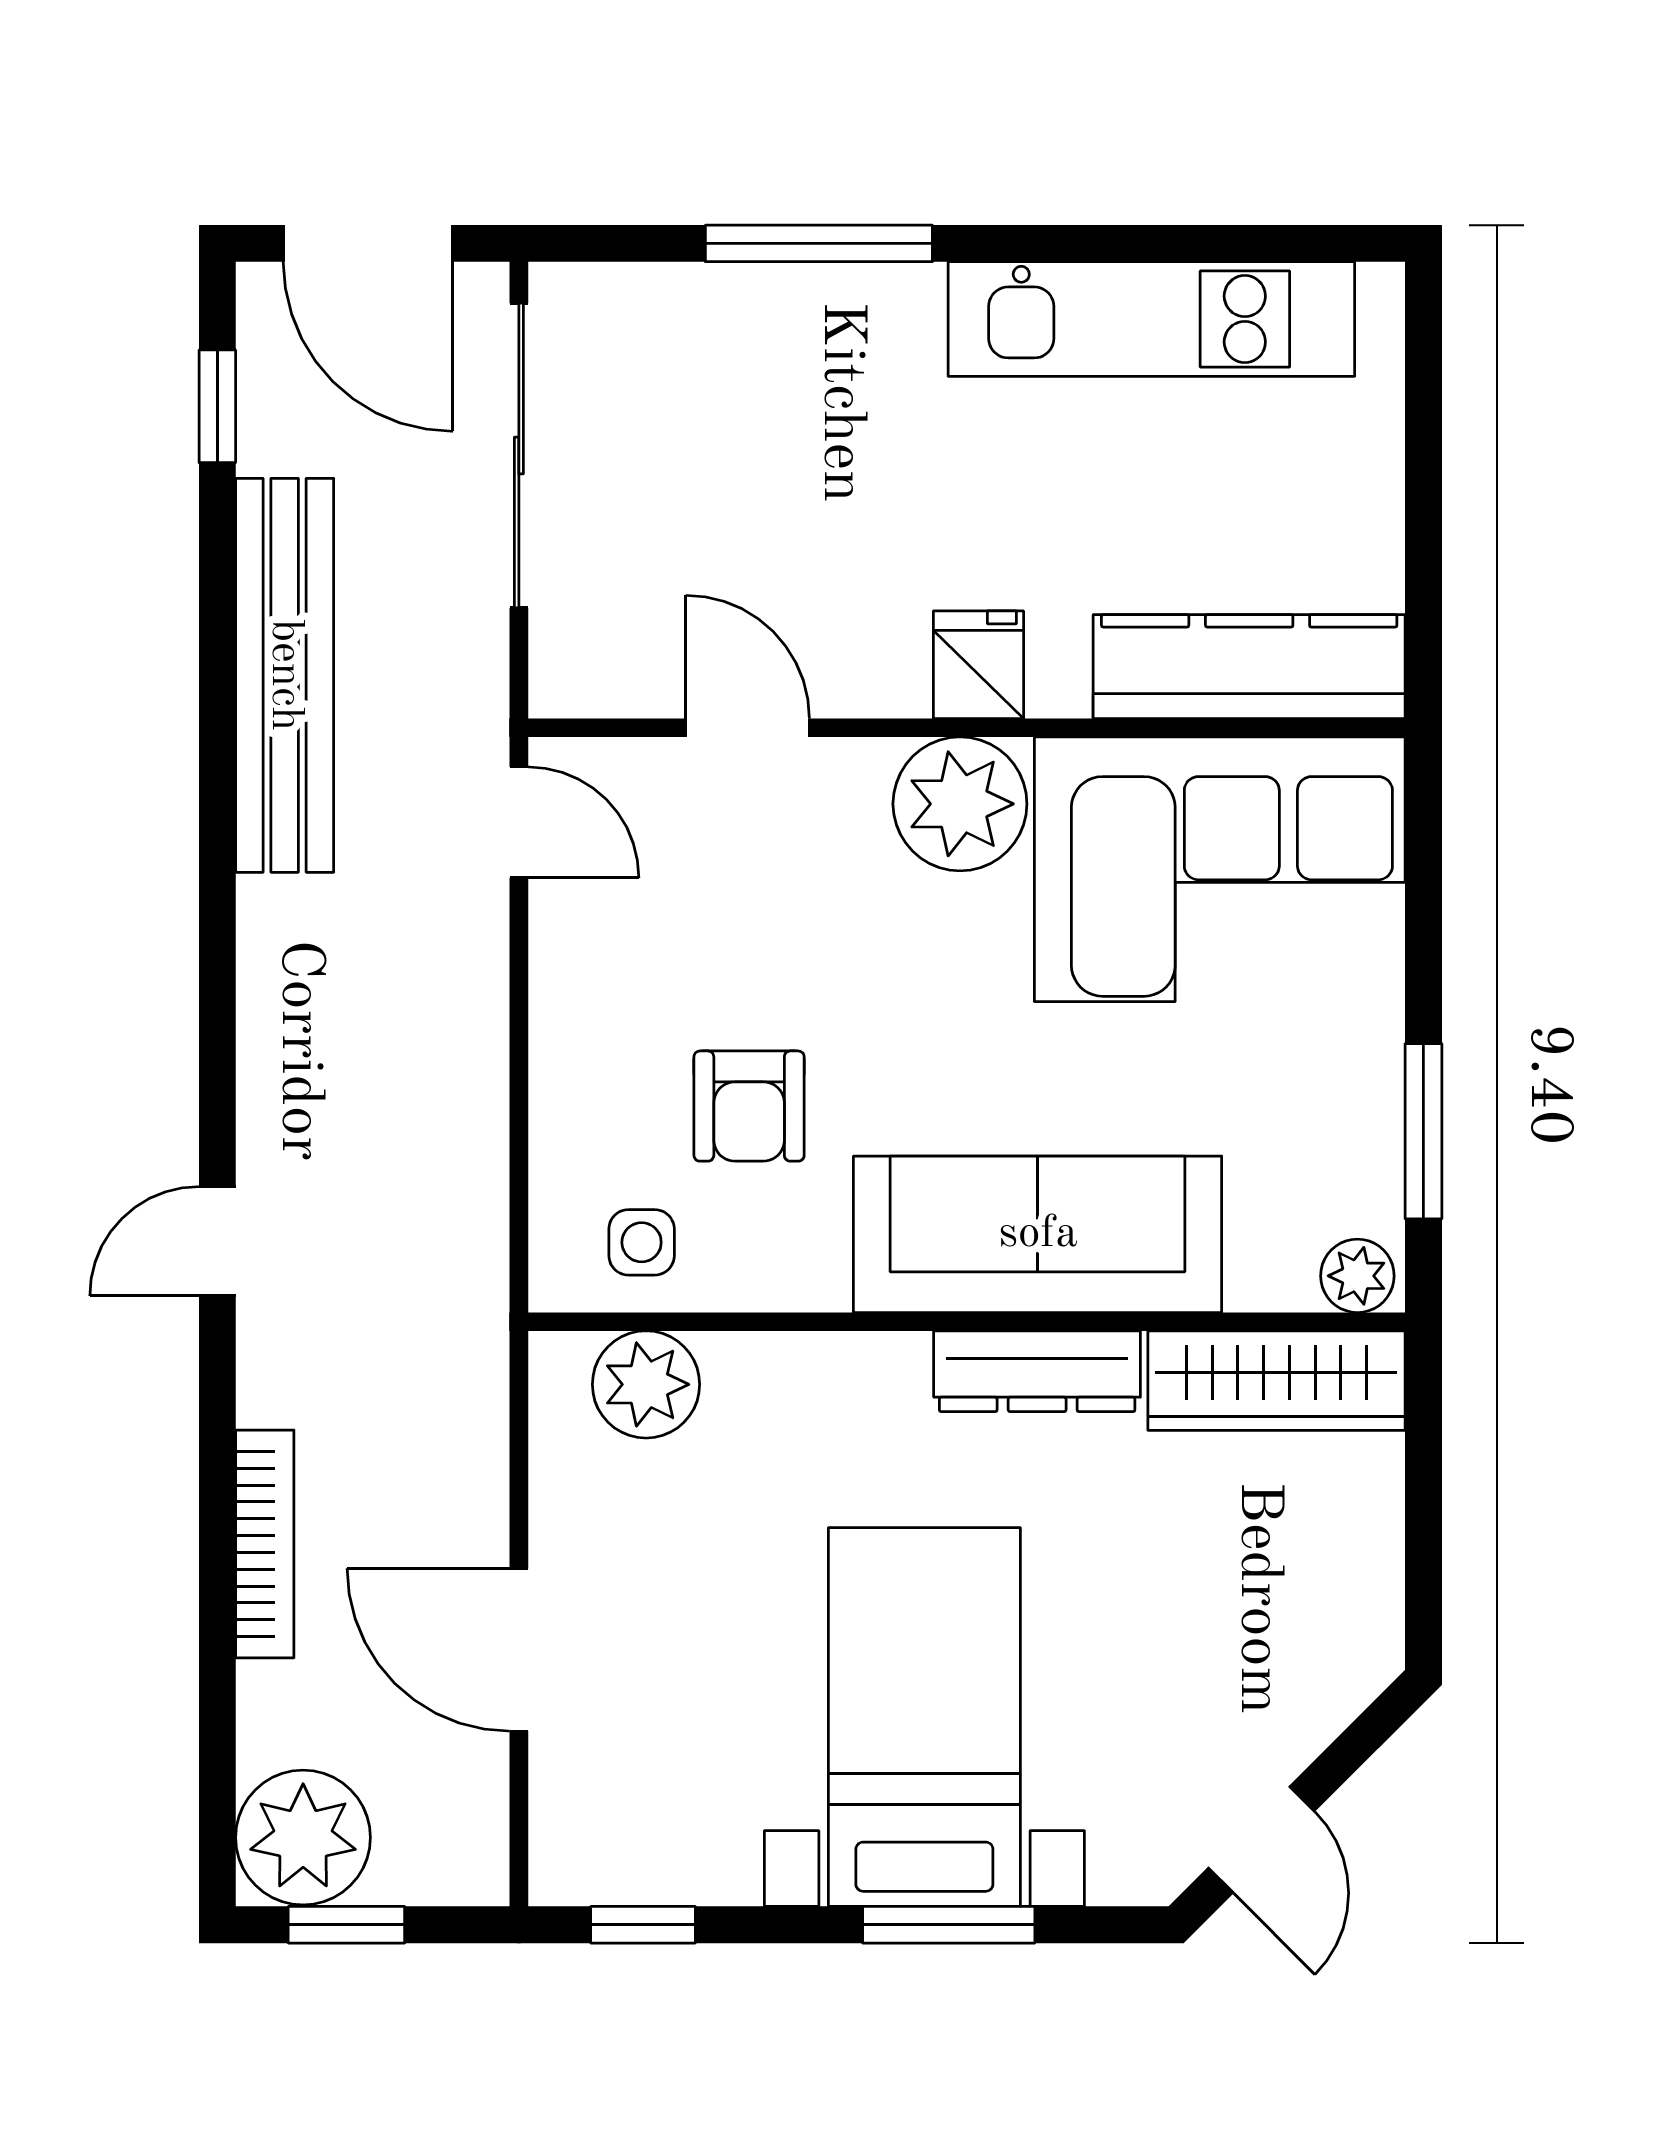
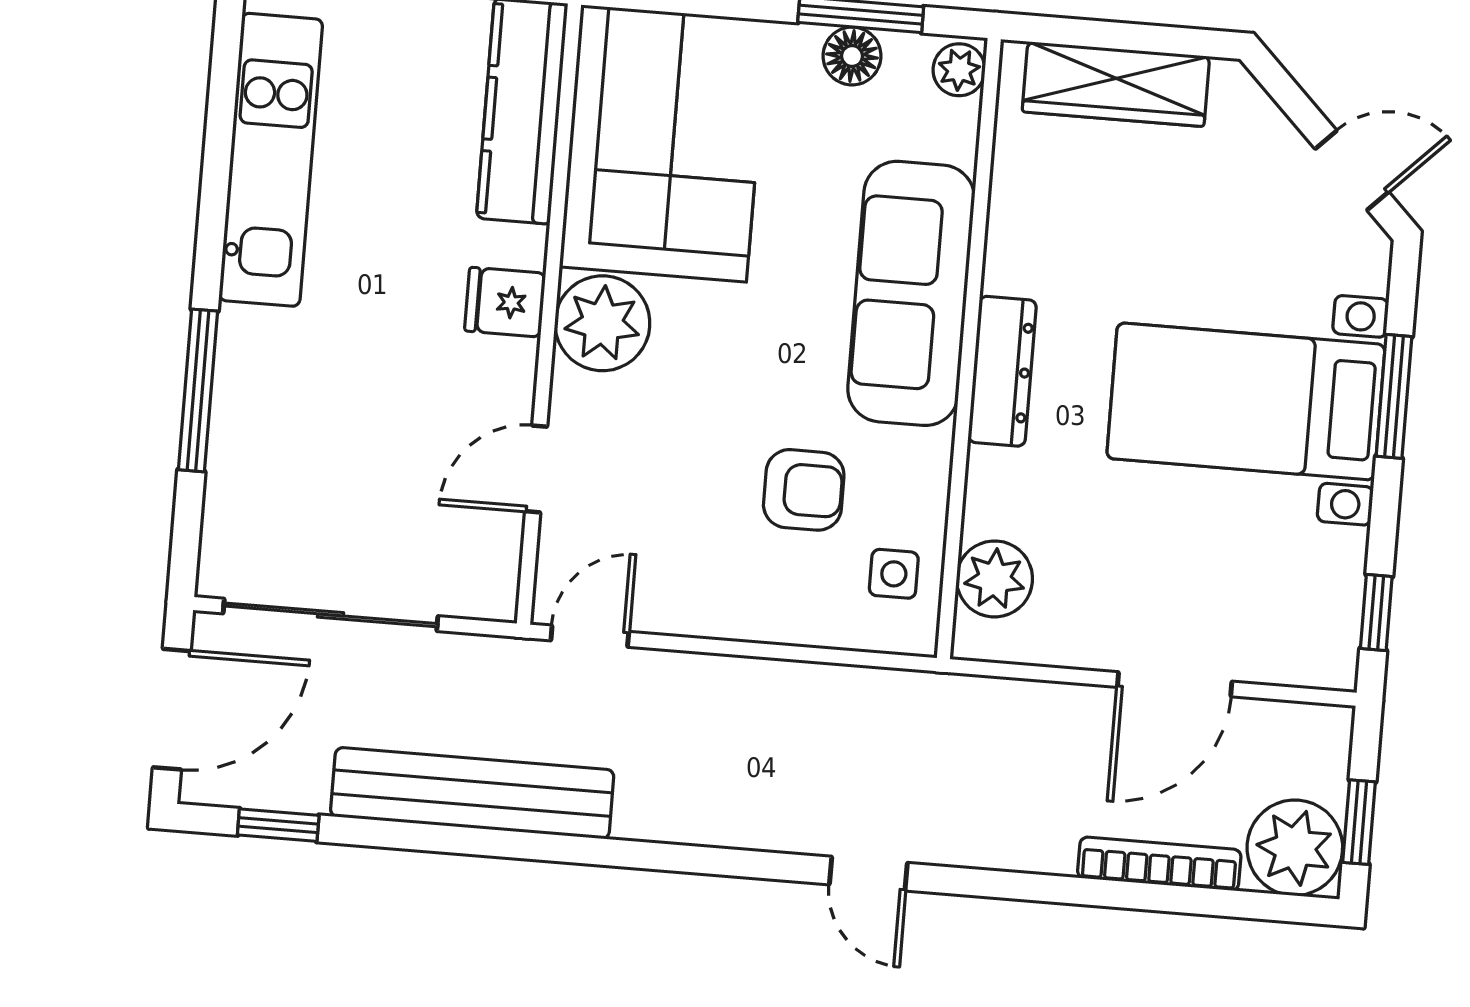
floor lamp: (1364, 1124) -> (852, 56), added
dresser: (1037, 1371) -> (1002, 371), moved
wardrobe: (1276, 1381) -> (1116, 84), moved, turned 90
bookcase: (265, 1544) -> (1159, 864), moved

